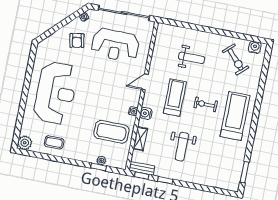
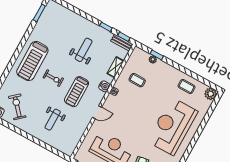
weight bench: (192, 58) -> (53, 120), turned -90
coffee table: (111, 132) -> (137, 80), width x0.54, depth x0.58

